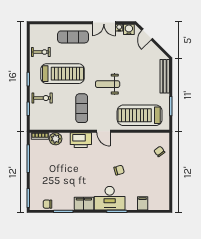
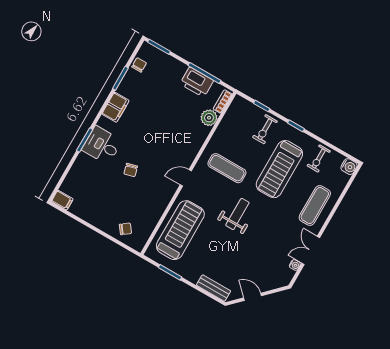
water cooler: (129, 29) -> (349, 167), moved
door: (147, 34) -> (253, 297), moved
bench: (165, 76) -> (214, 288), width x0.73
printer: (81, 140) -> (197, 82), moved, turned -90
desk: (110, 198) -> (102, 145), width x0.73
filing cabinet: (143, 203) -> (62, 200), moved

